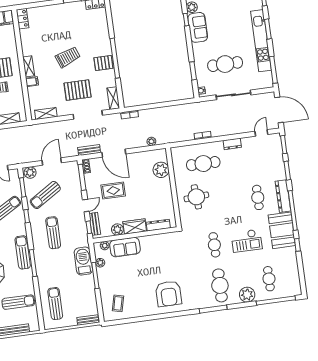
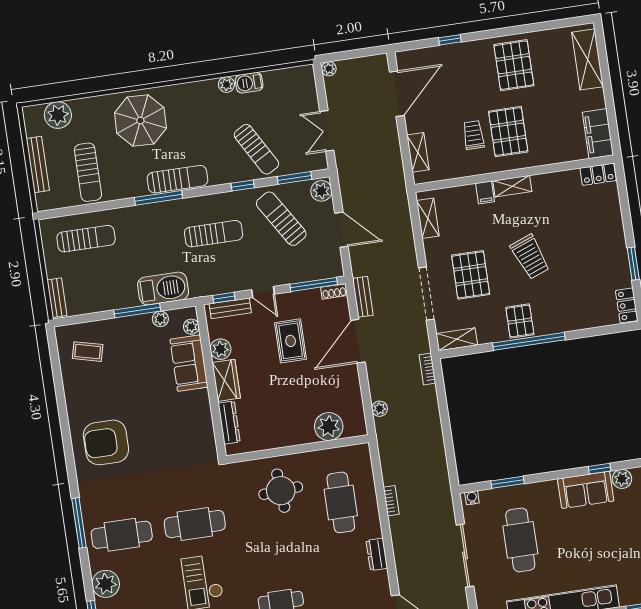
cafe table: (214, 245) -> (195, 524), width x1.37, depth x1.35

